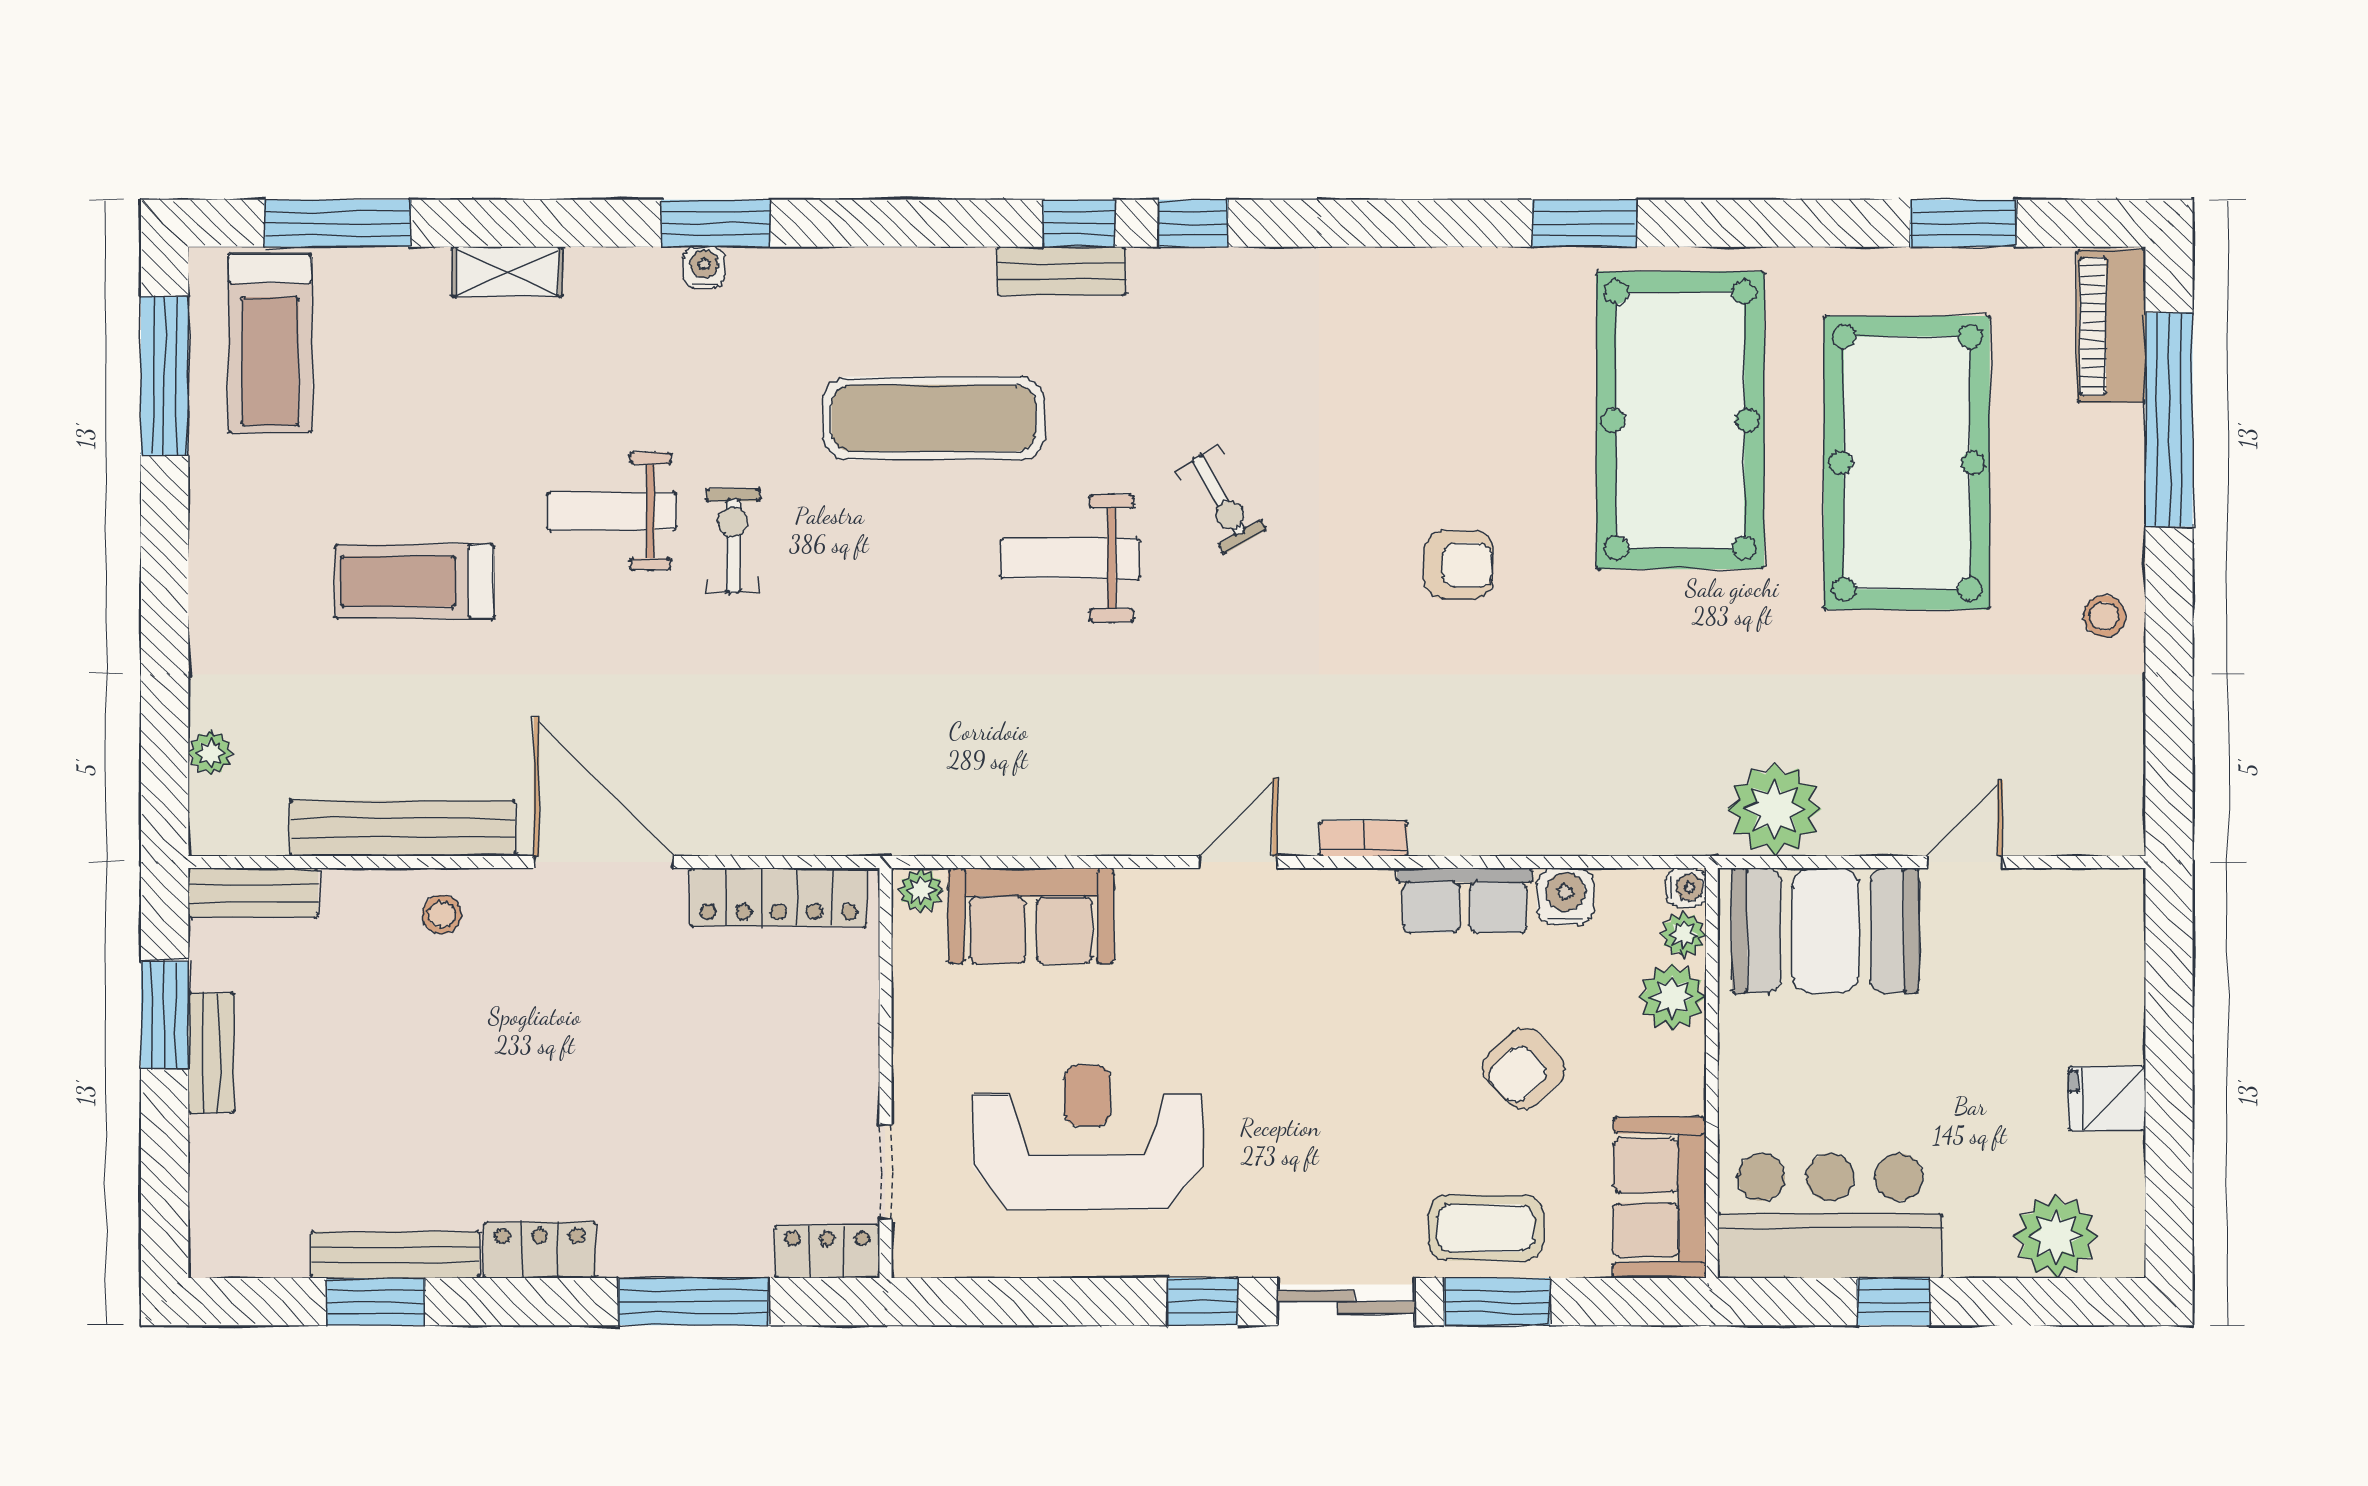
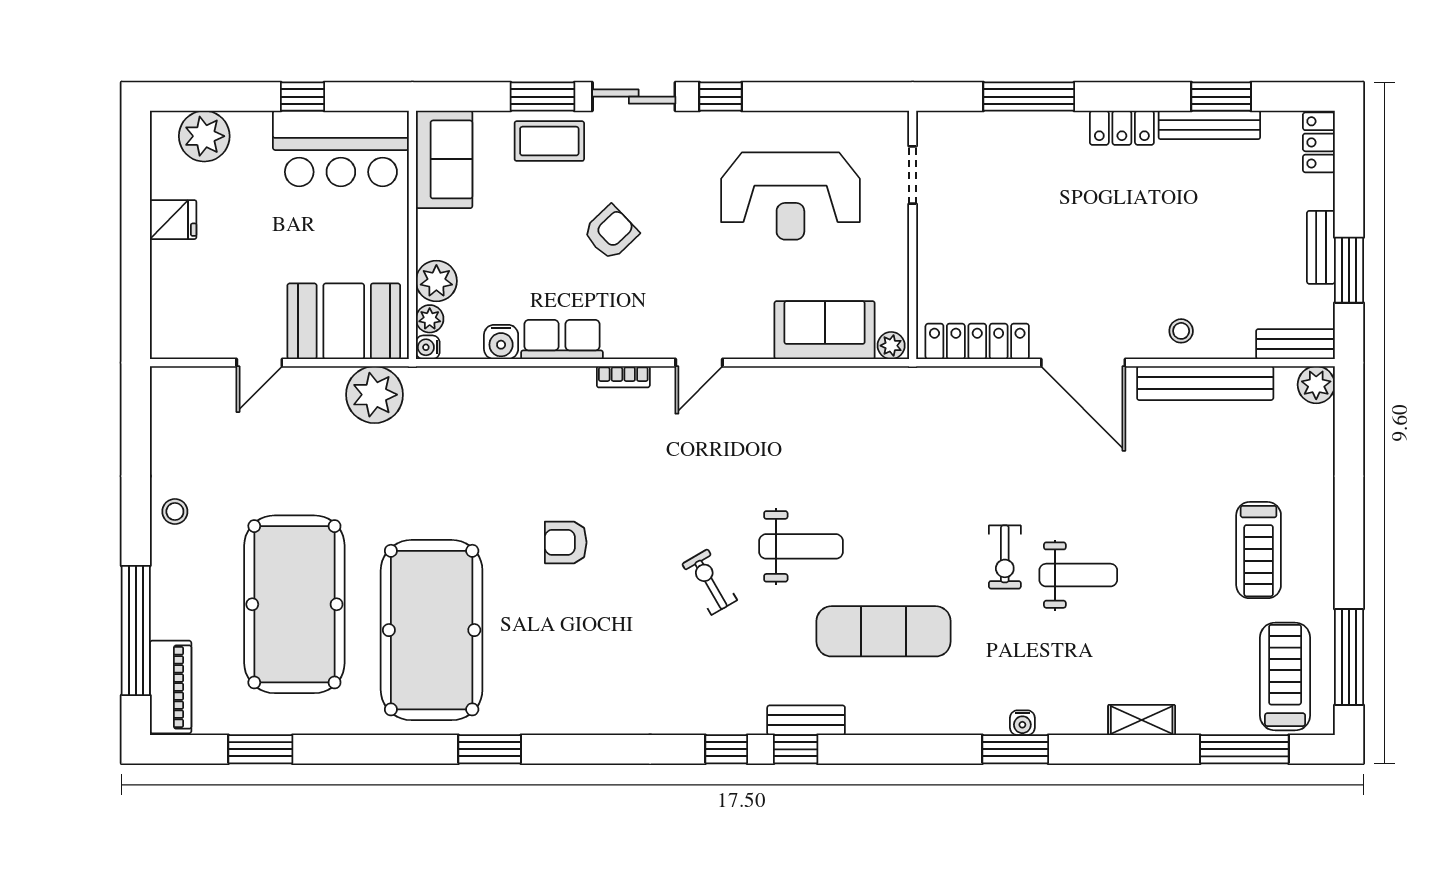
treadmill: (414, 581) -> (1259, 550), moved, turned 90
plant: (210, 753) -> (1316, 385), moved, width x1.38, depth x1.38
armchair: (1524, 1068) -> (611, 233), moved
locker: (827, 1252) -> (1319, 142), moved, turned 90

